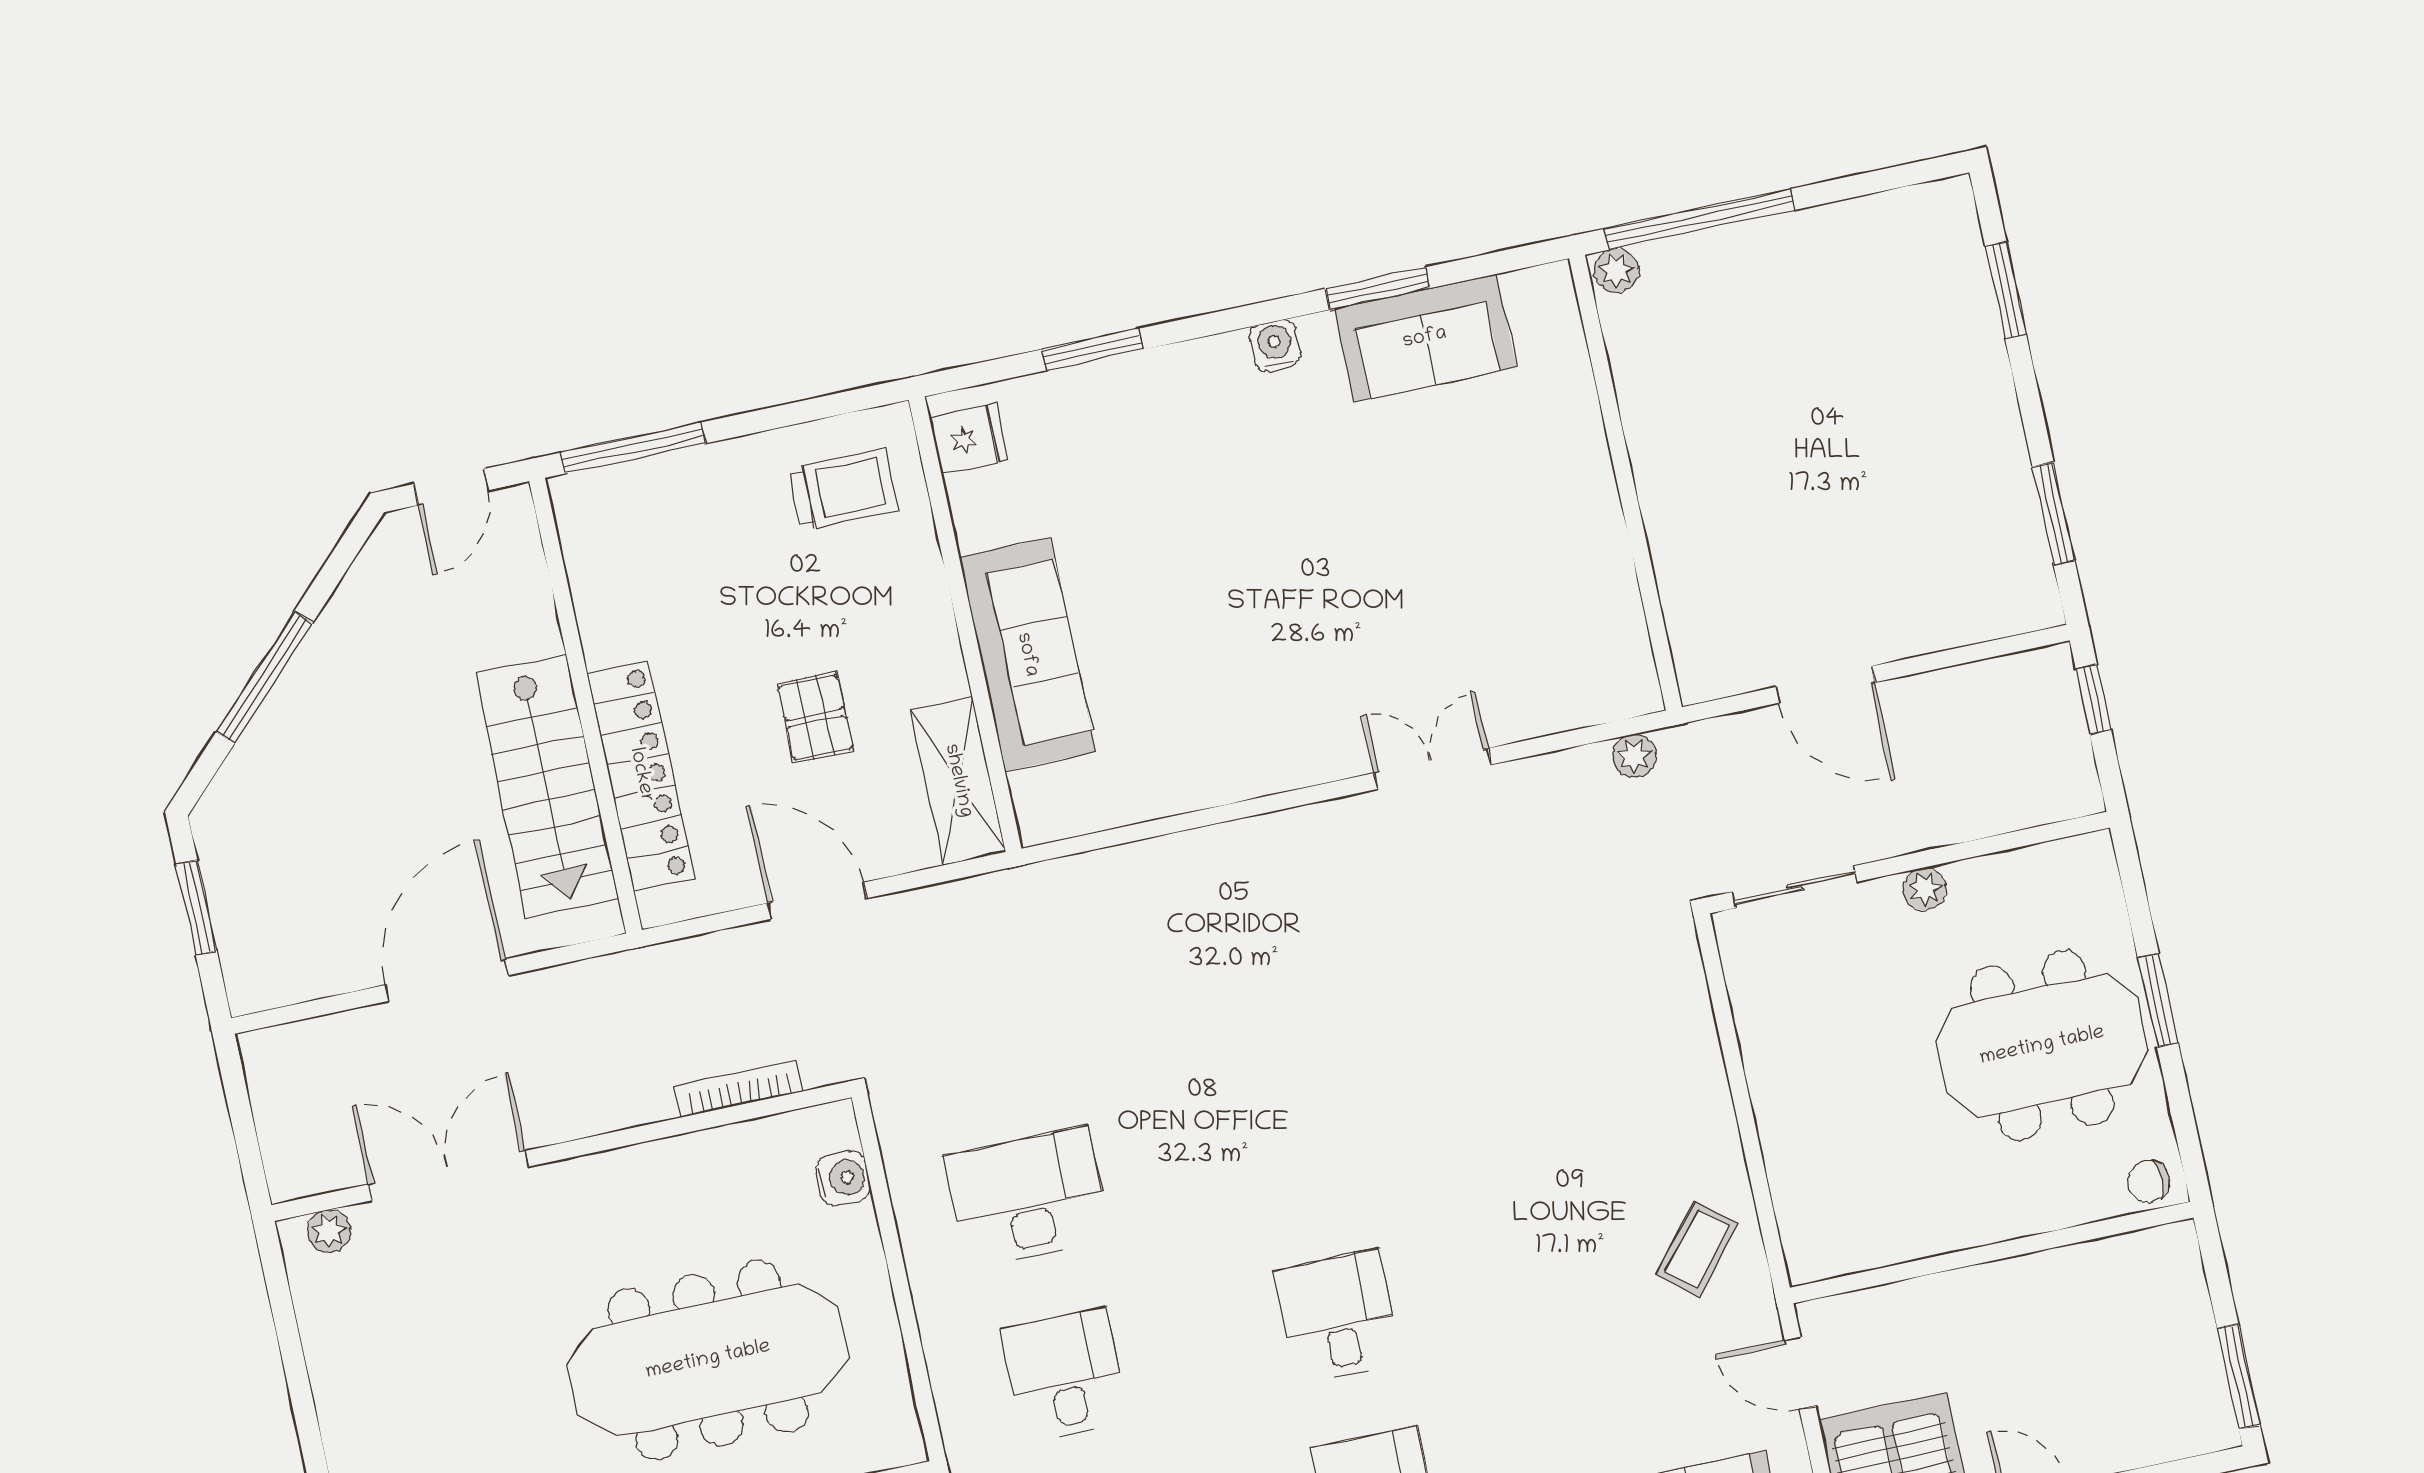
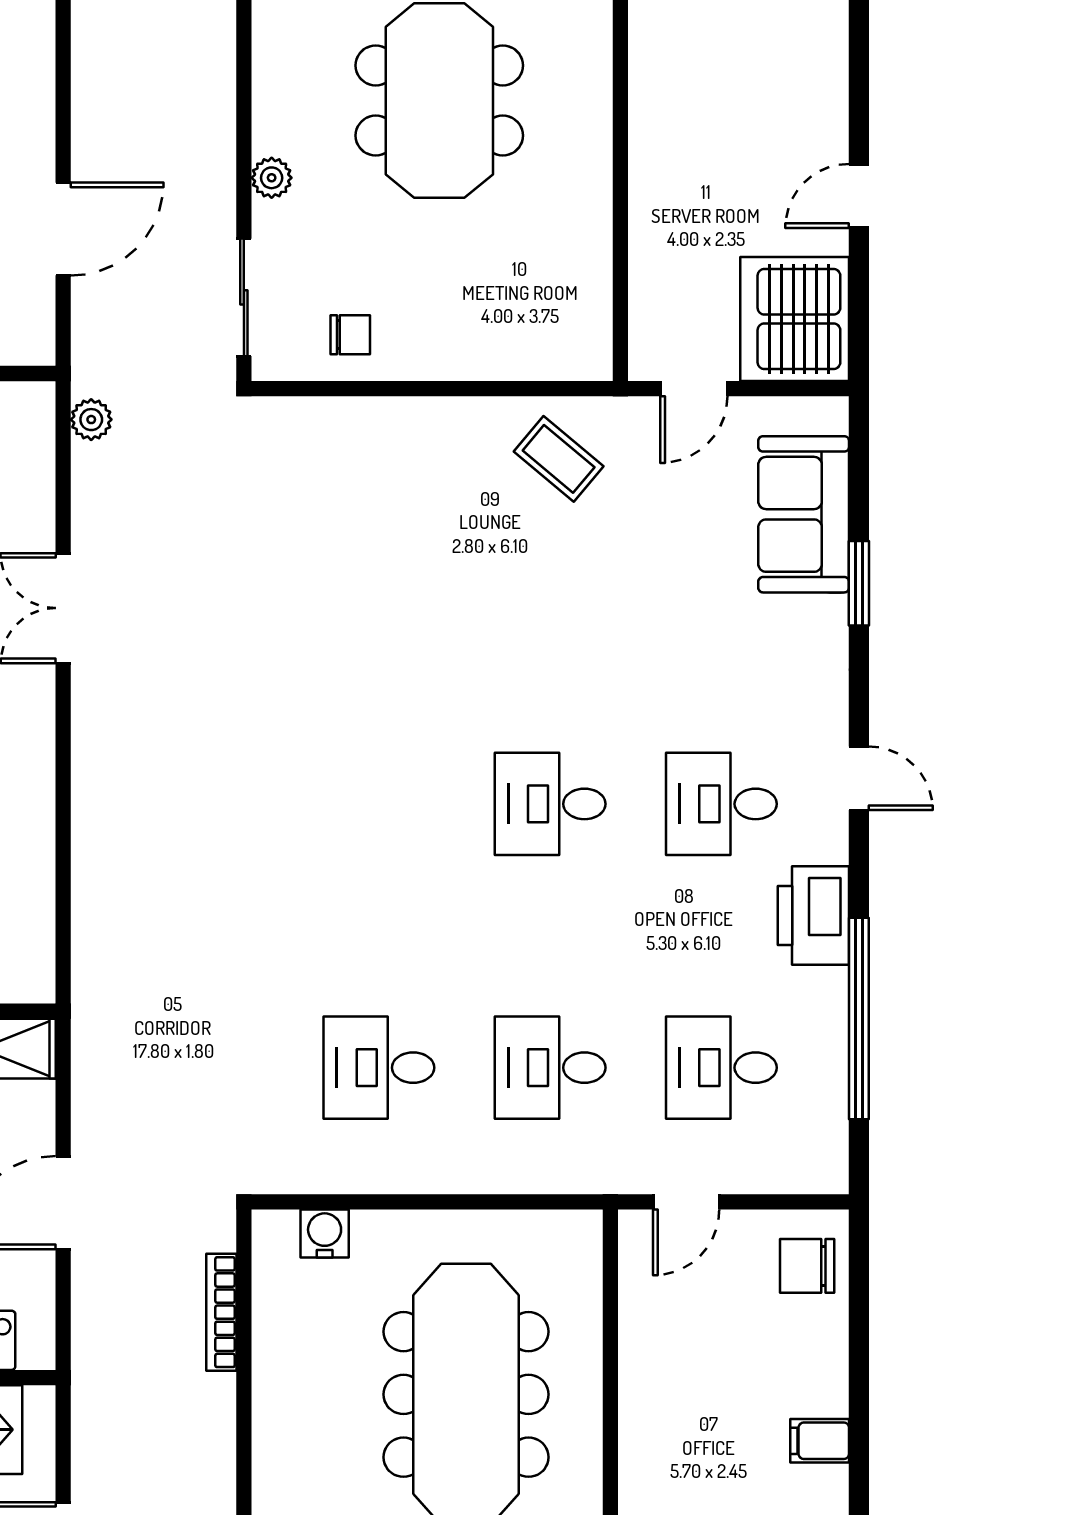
chair: (2149, 1181) -> (350, 335), moved, turned -90
desk: (1027, 1198) -> (379, 1068), width x0.73

